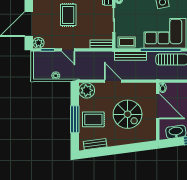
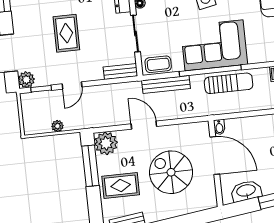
door: (68, 50) -> (72, 85), hinge flipped
spiral stairs: (128, 114) -> (171, 172), turned 180
window: (75, 119) -> (90, 166), moved

